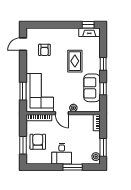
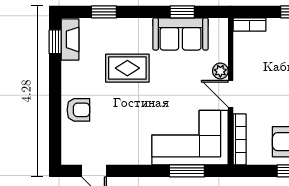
armchair: (44, 50) -> (78, 110), moved
window: (103, 64) -> (104, 12), moved
door: (62, 113) -> (231, 94), swing flipped

